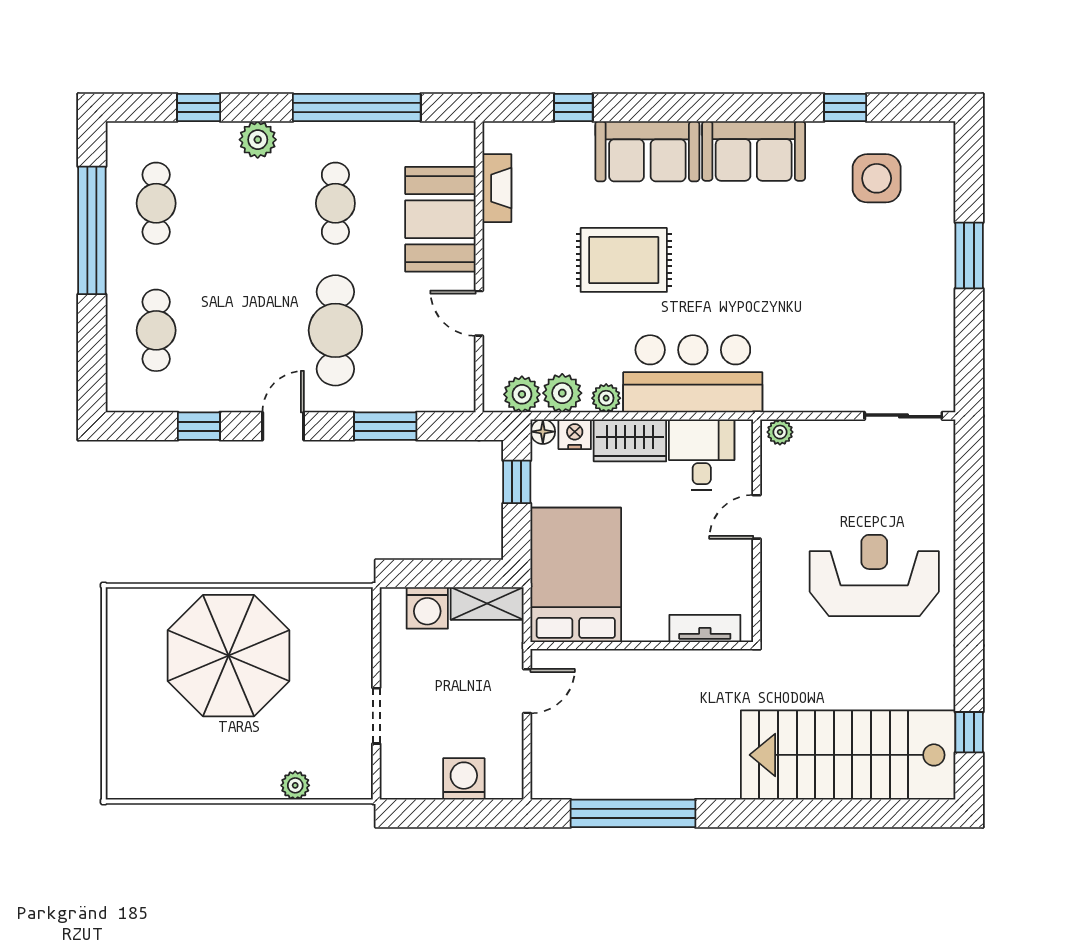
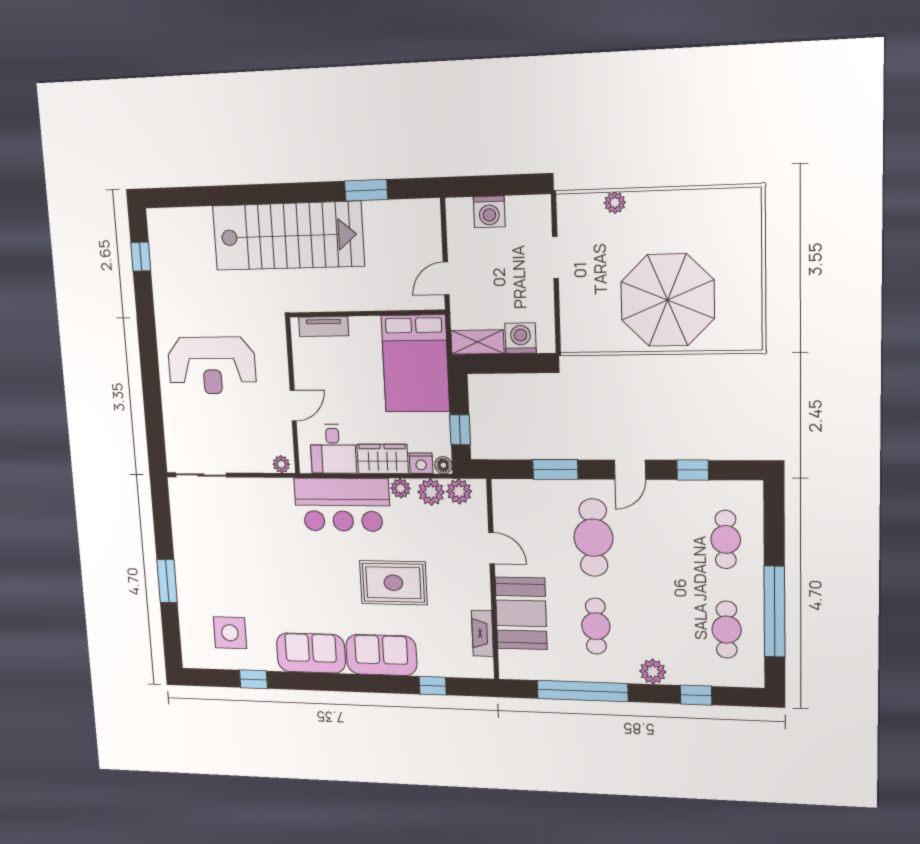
stairs: (848, 755) -> (288, 236), moved
window: (633, 813) -> (366, 190), width x0.47

